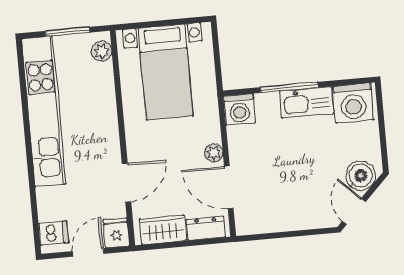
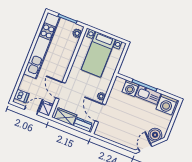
washing machine: (239, 110) -> (130, 88), moved
door: (127, 183) -> (61, 91), swing flipped

